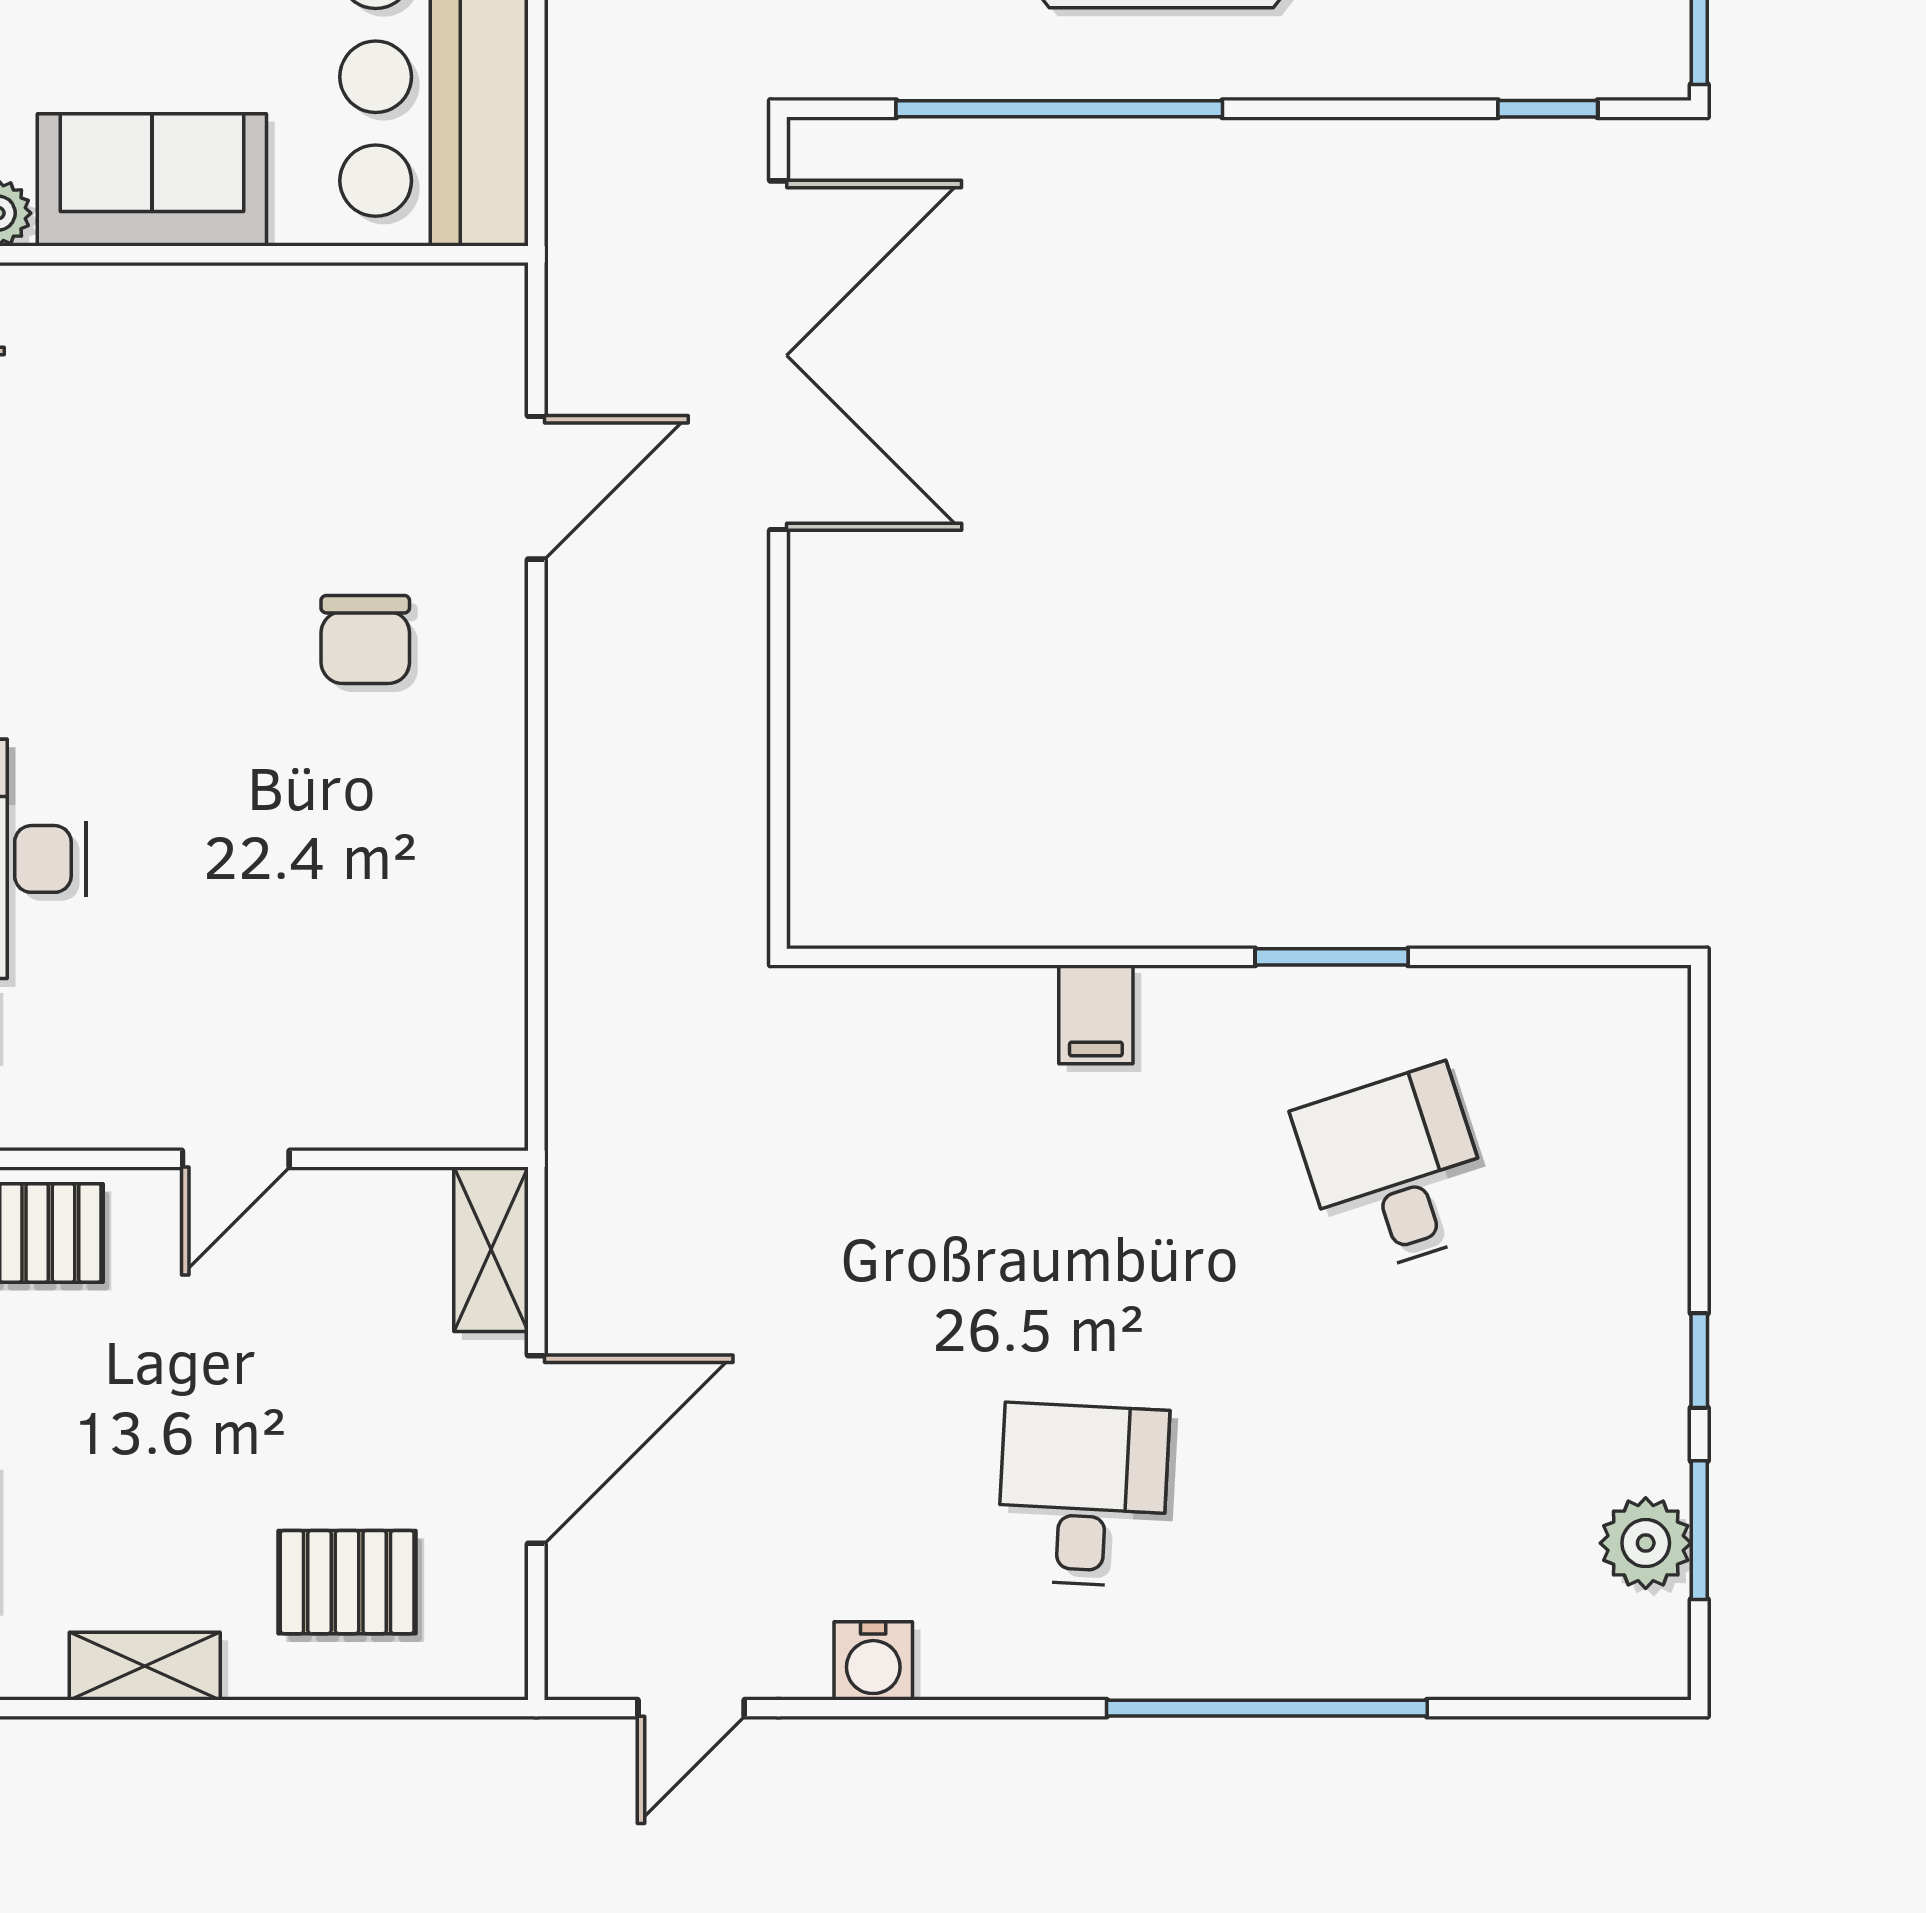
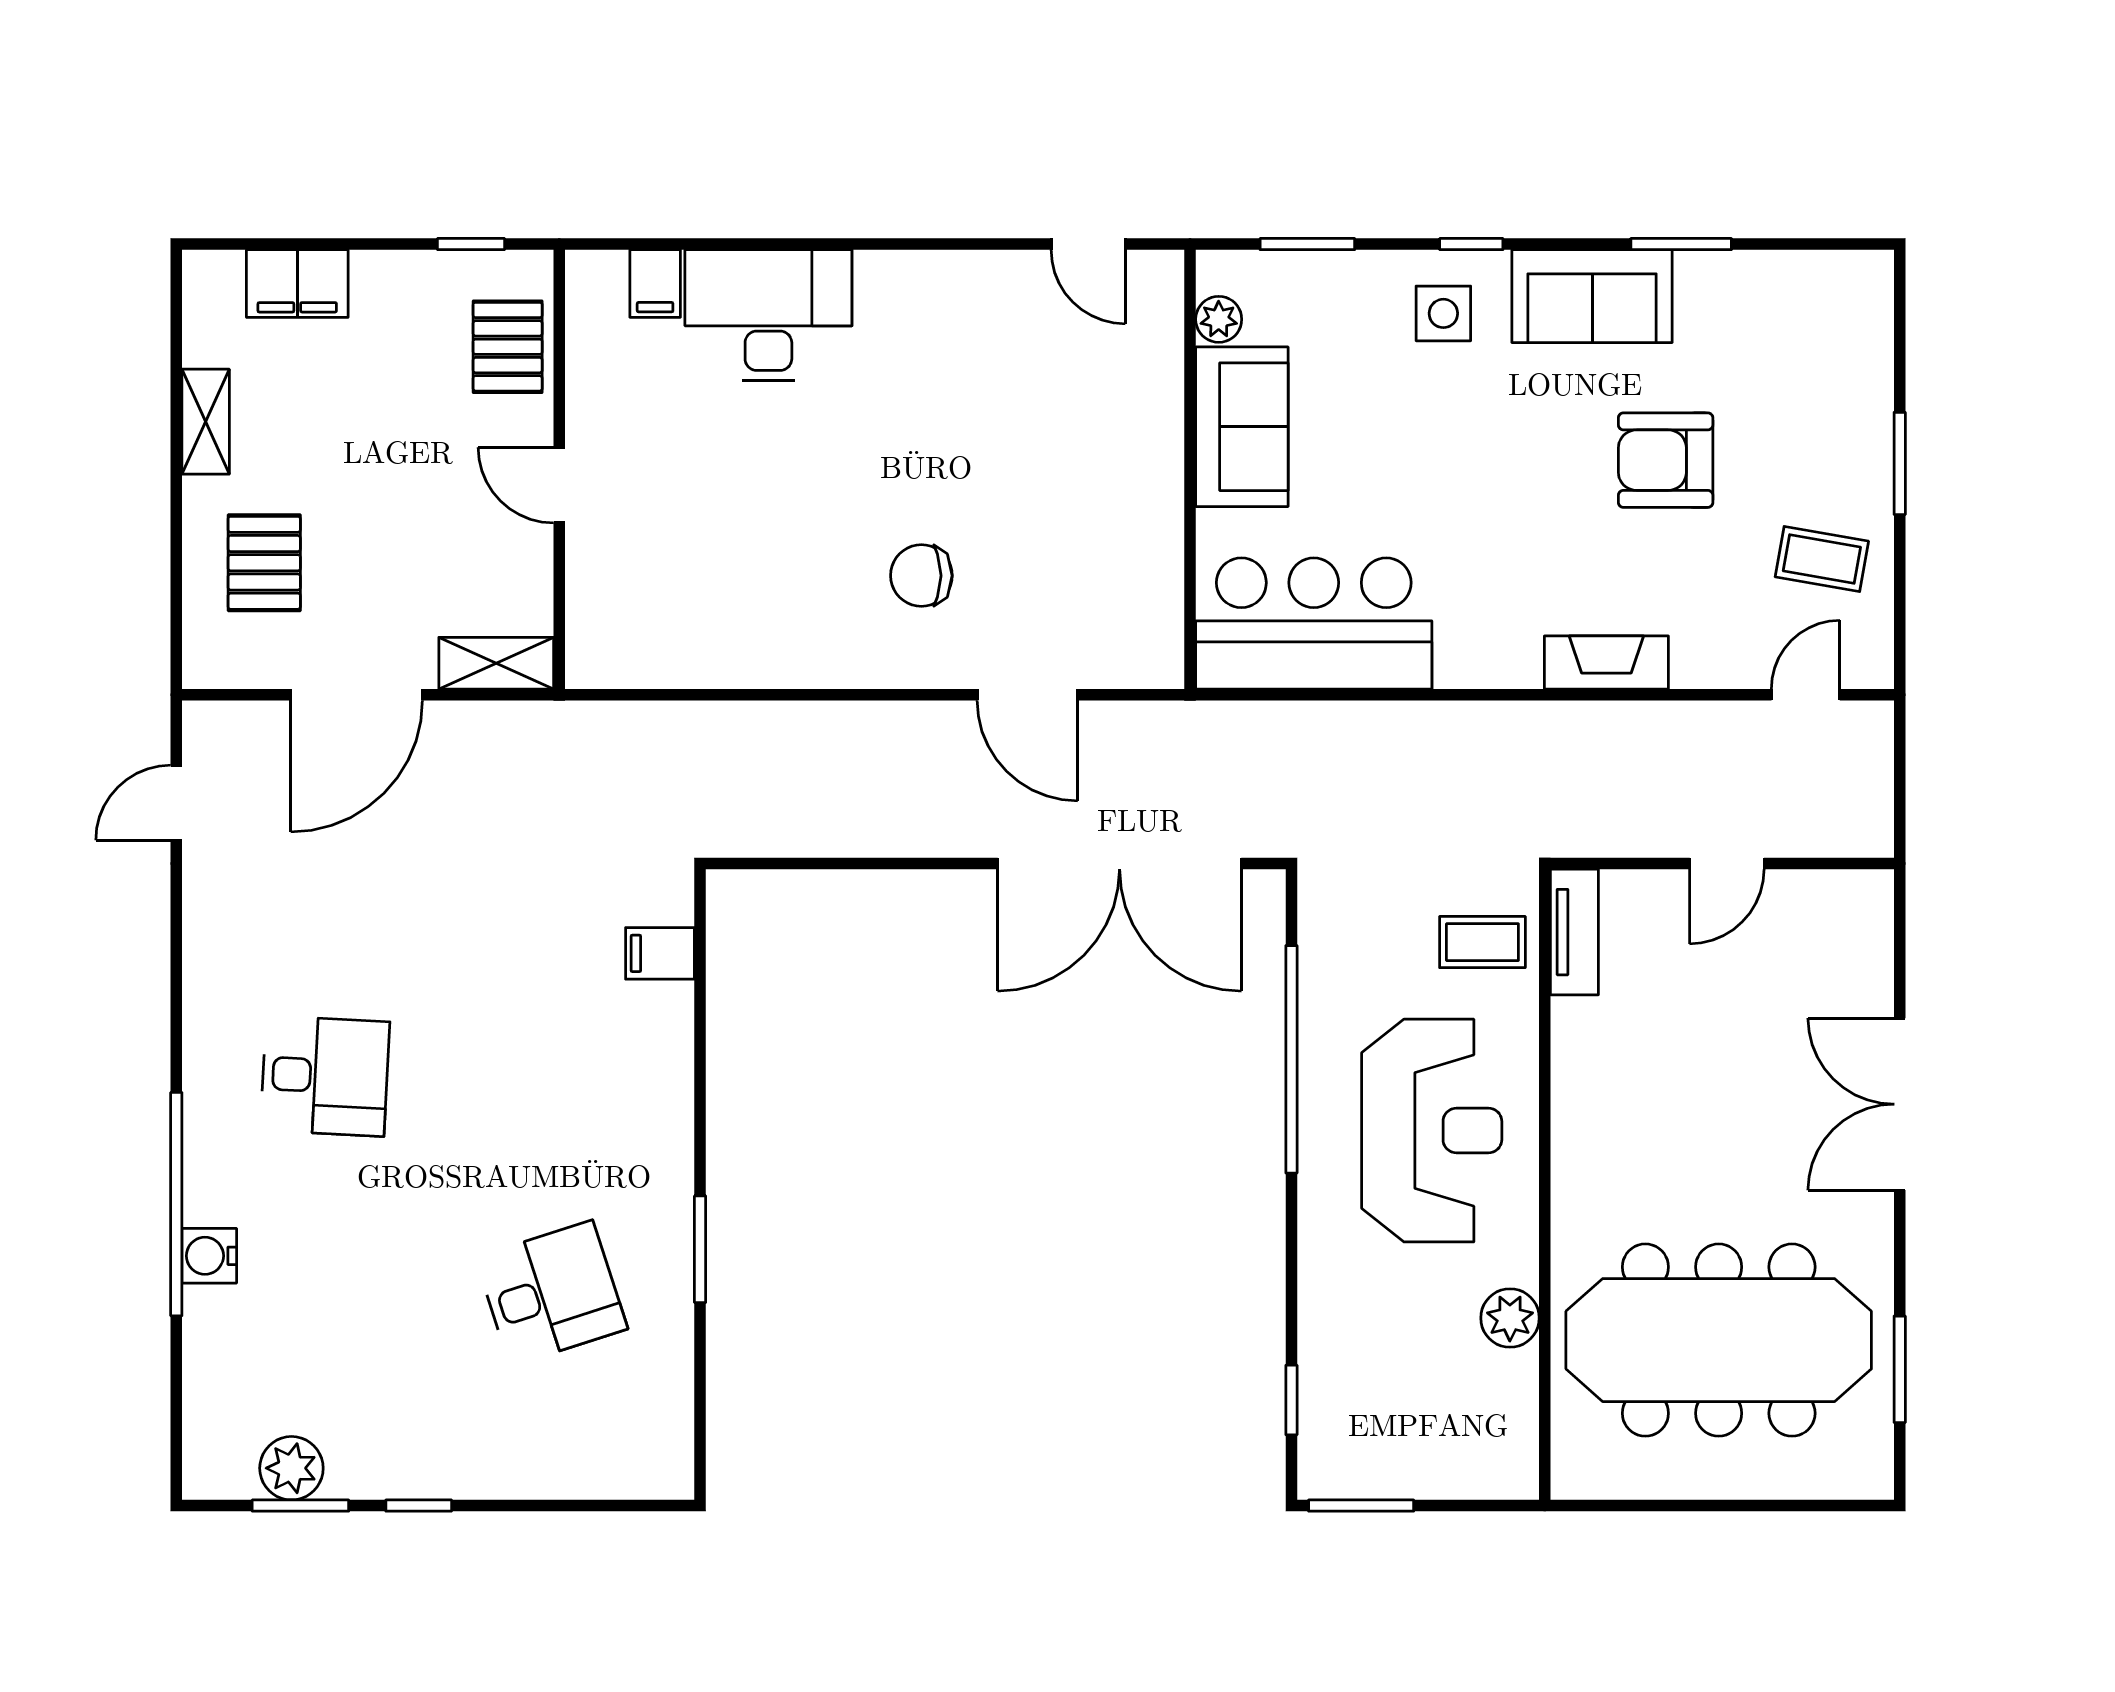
filing cabinet: (1096, 1014) -> (660, 953), moved
door: (536, 1449) -> (357, 695), hinge flipped
water cooler: (873, 1661) -> (209, 1256), moved
door: (691, 1708) -> (176, 803), hinge flipped

